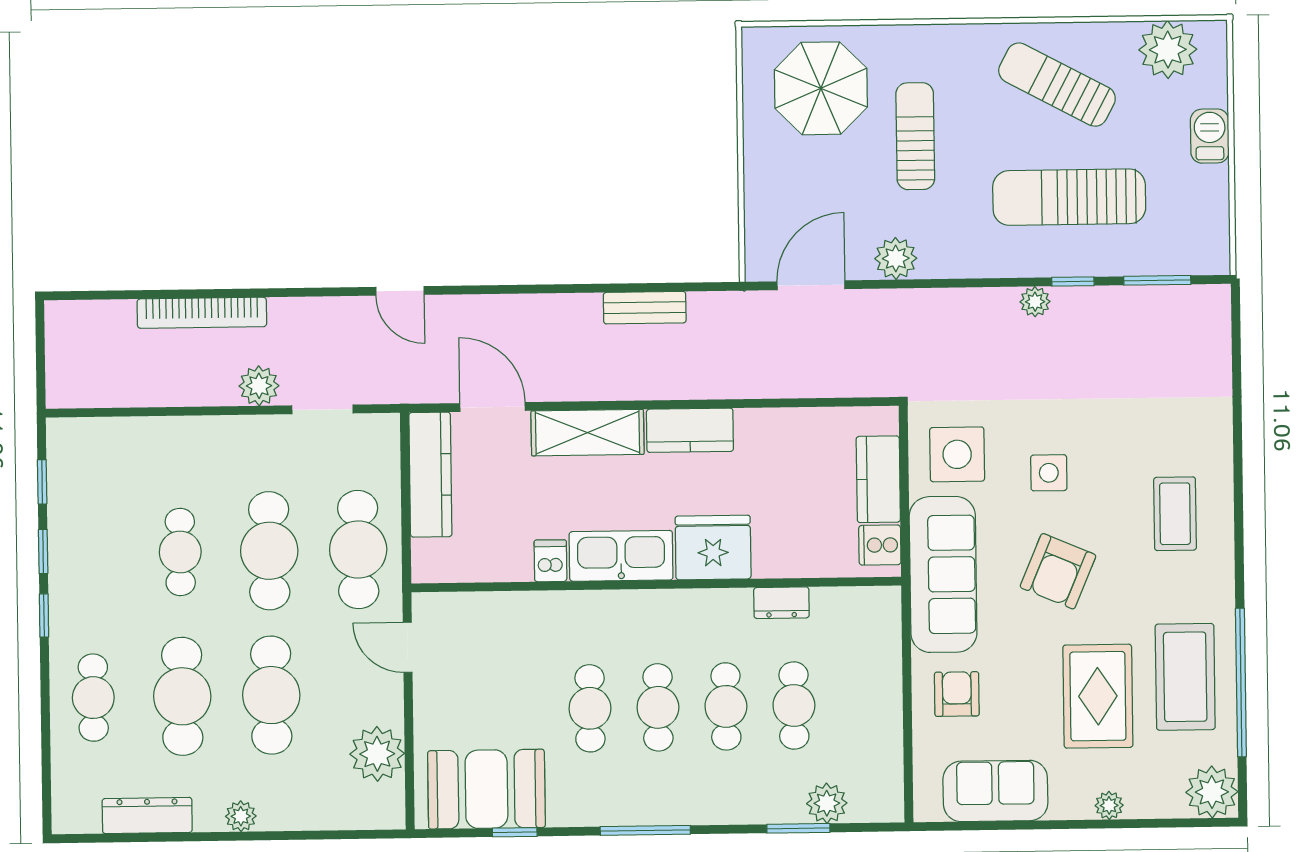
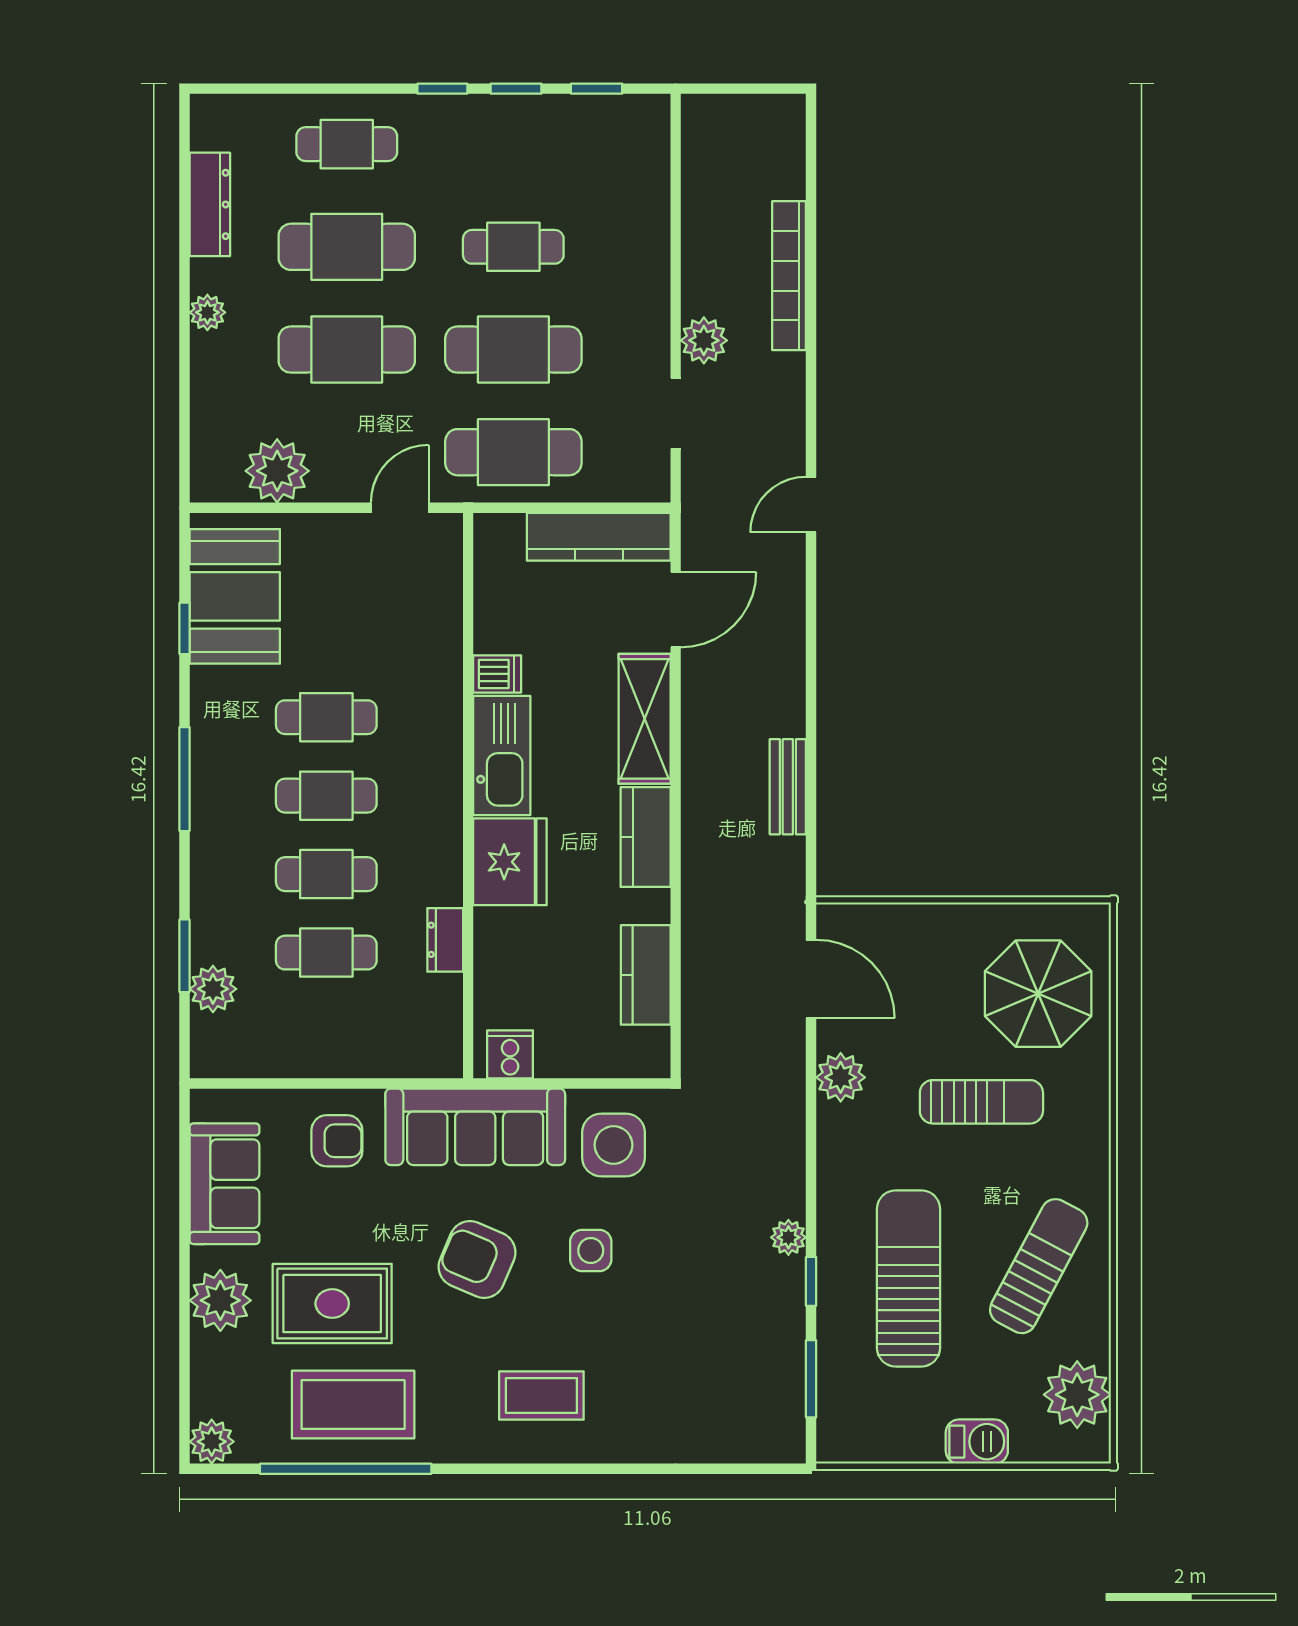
kitchen counter: (878, 479) -> (646, 975), moved, turned -90
plant: (1212, 792) -> (212, 1442), width x0.73, depth x0.73
plant: (1109, 805) -> (220, 1300), width x1.88, depth x1.88

